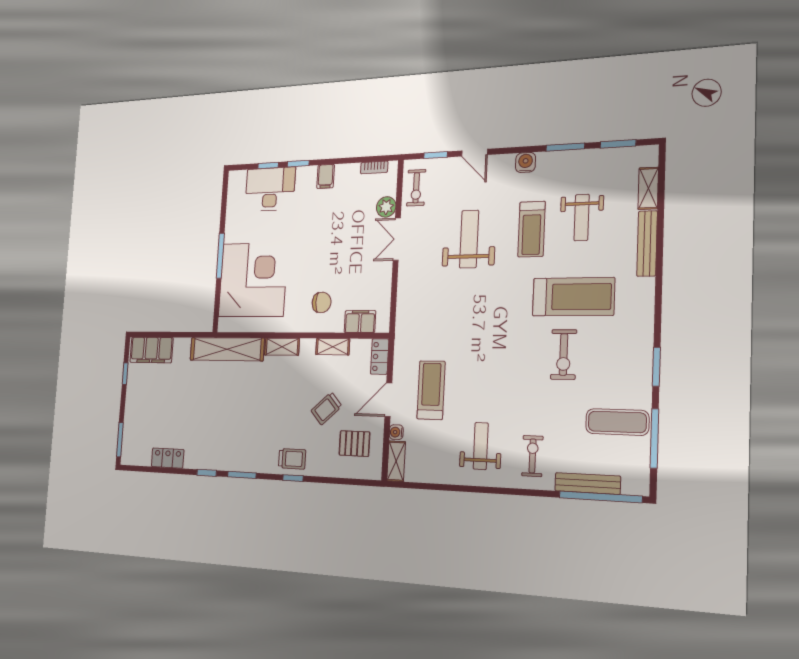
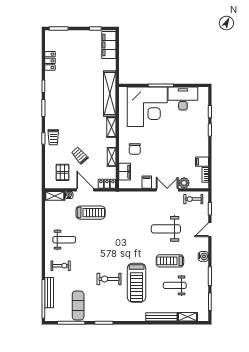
filing cabinet: (326, 176) -> (202, 162), moved
desk: (270, 189) -> (183, 99), moved, turned -90
weight bench: (469, 239) -> (166, 229), turned 180
filing cabinet: (381, 279) -> (147, 182), added

